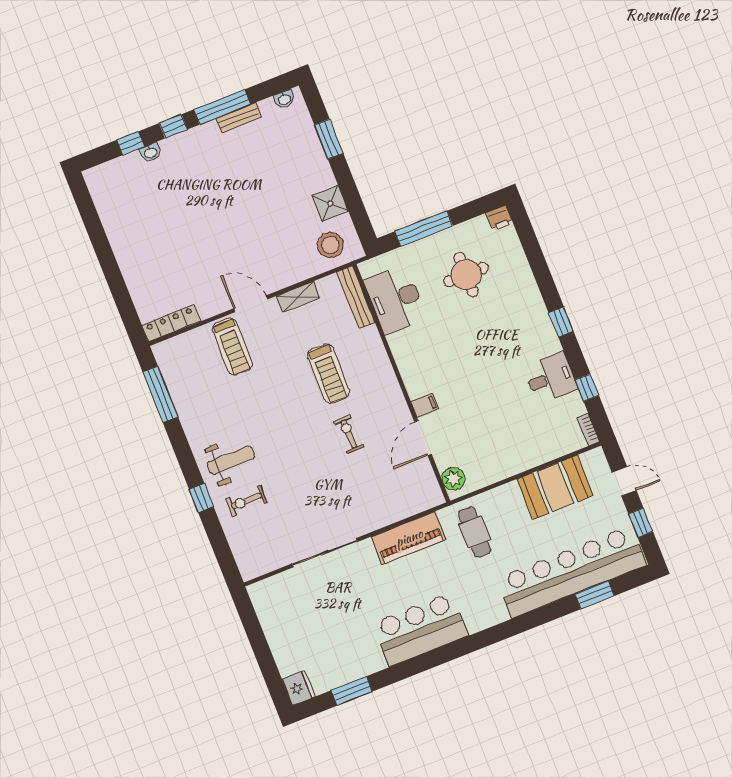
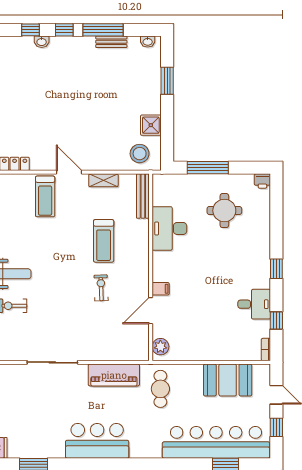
desk: (395, 299) -> (169, 228), moved

